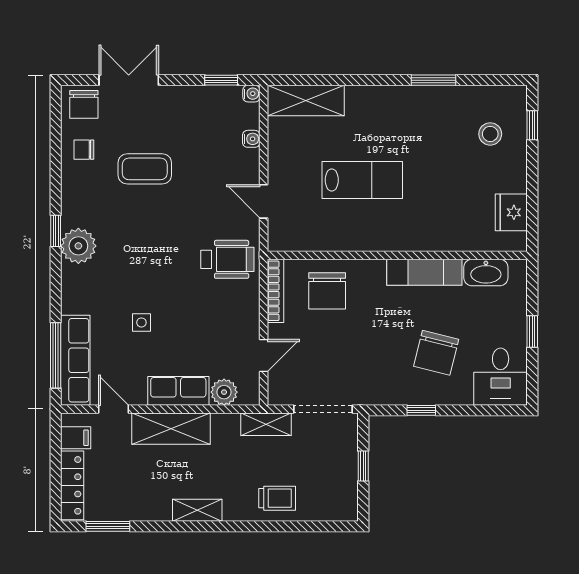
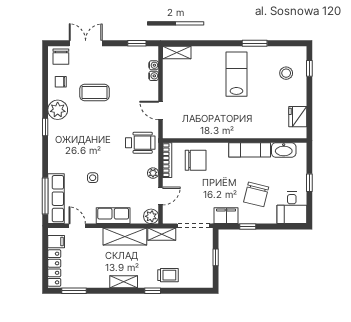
water cooler: (251, 94) -> (154, 65), moved
shelving: (306, 100) -> (177, 52), width x0.67, depth x0.75
lab bench: (362, 180) -> (236, 74), moved, turned -90
plant: (78, 246) -> (58, 110), moved
chair: (327, 291) -> (196, 160), turned -90
plant: (250, 314) -> (153, 173), added
filing cabinet: (382, 391) -> (226, 216), added
plant: (224, 392) -> (151, 216), moved
shelving: (171, 429) -> (125, 237), moved
window: (250, 526) -> (153, 291), added

